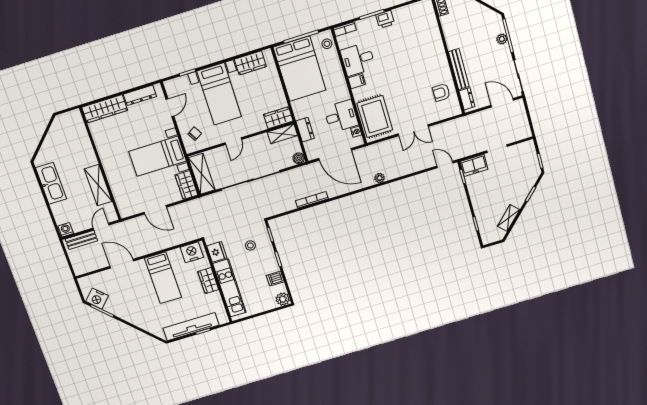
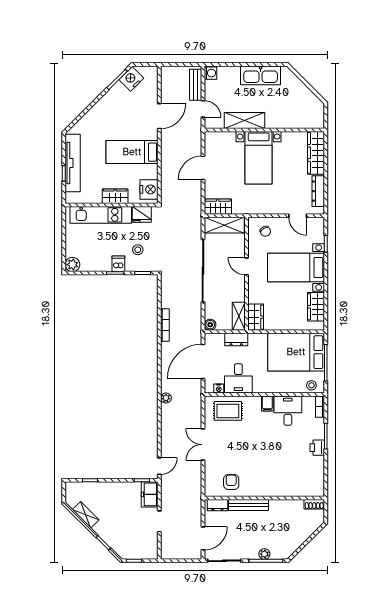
rug: (375, 117) -> (228, 411), width x0.73, depth x0.70
bed with nightstands: (158, 156) -> (259, 158), moved, turned 180
dishwasher: (275, 279) -> (118, 264), moved

